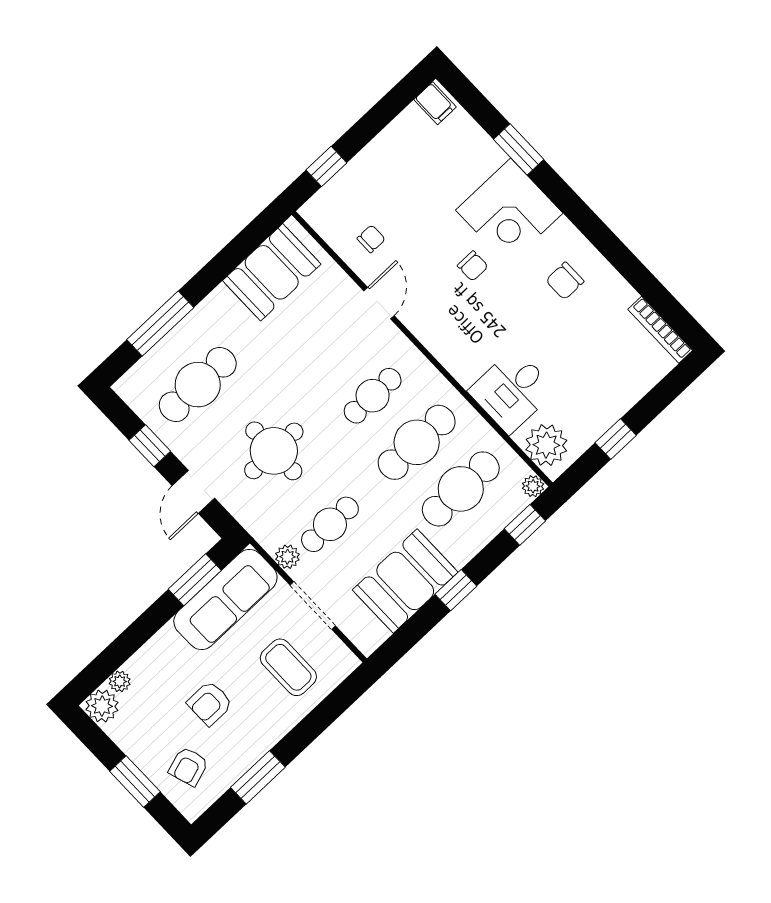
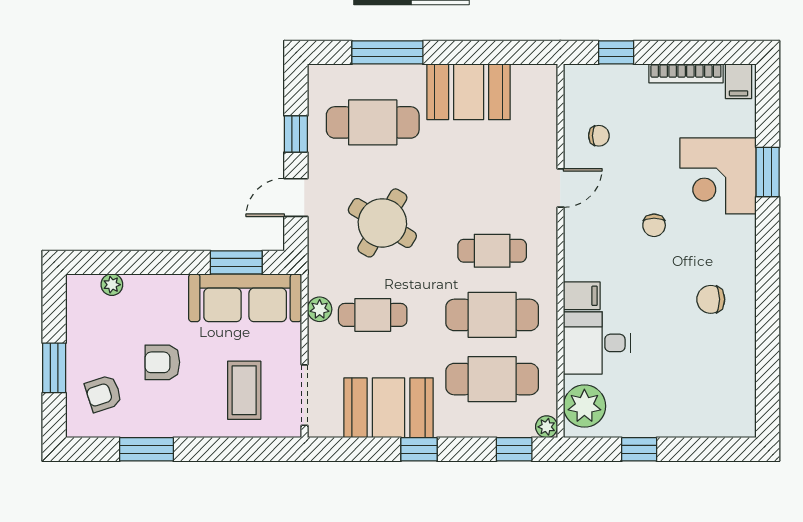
corner desk: (509, 212) -> (718, 176), moved
booth: (272, 272) -> (469, 92), moved
bookcase: (660, 330) -> (686, 73), moved, turned -90
filing cabinet: (469, 367) -> (582, 296), added
round table: (274, 451) -> (382, 223), turned 31
doorway: (313, 606) -> (304, 395), moved
plant: (102, 706) -> (82, 290), removed

